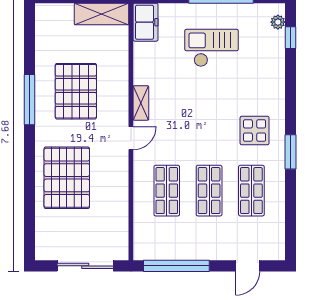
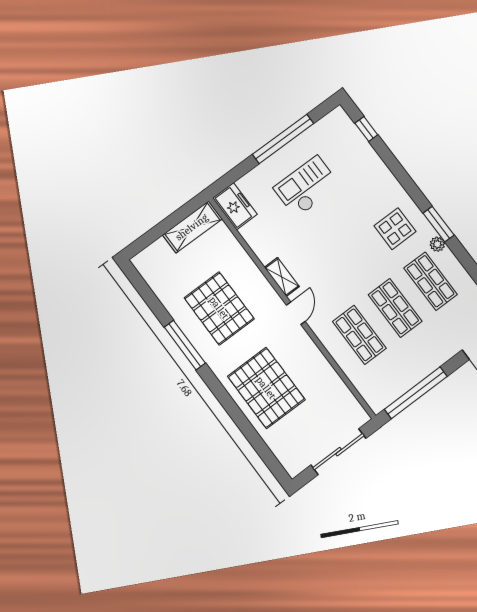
plant: (278, 22) -> (437, 244), moved

